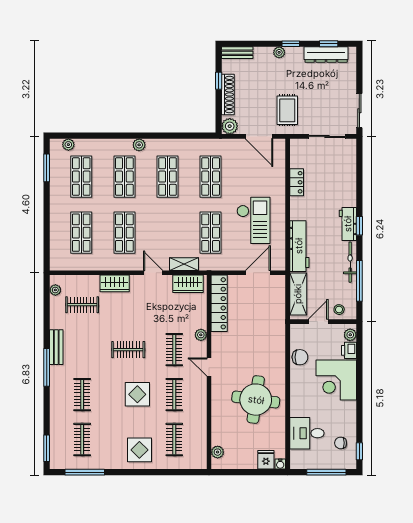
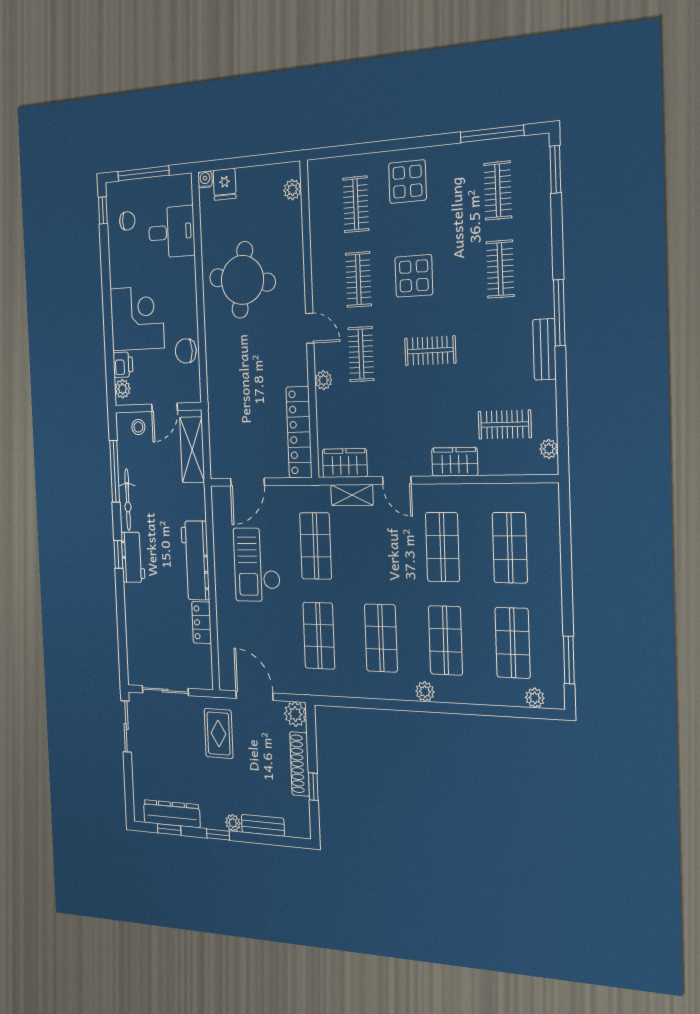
bench: (237, 53) -> (263, 825), moved
workbench: (299, 246) -> (195, 560), moved

